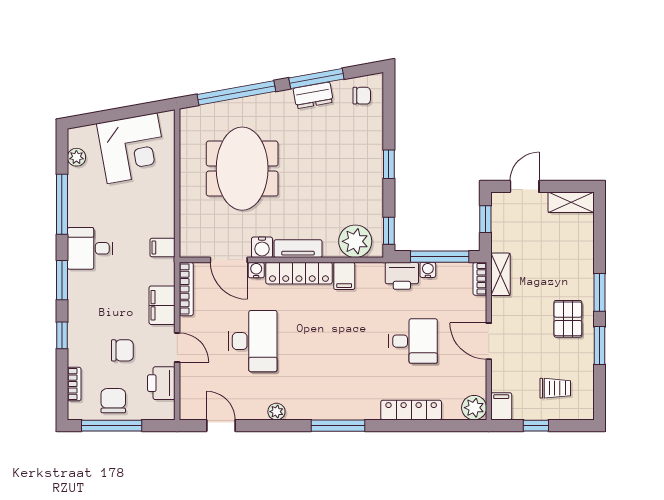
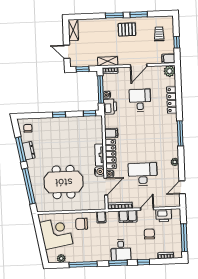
plant: (355, 241) -> (95, 129), removed
desk: (90, 248) -> (121, 250), moved
chair: (113, 401) -> (81, 224), moved

